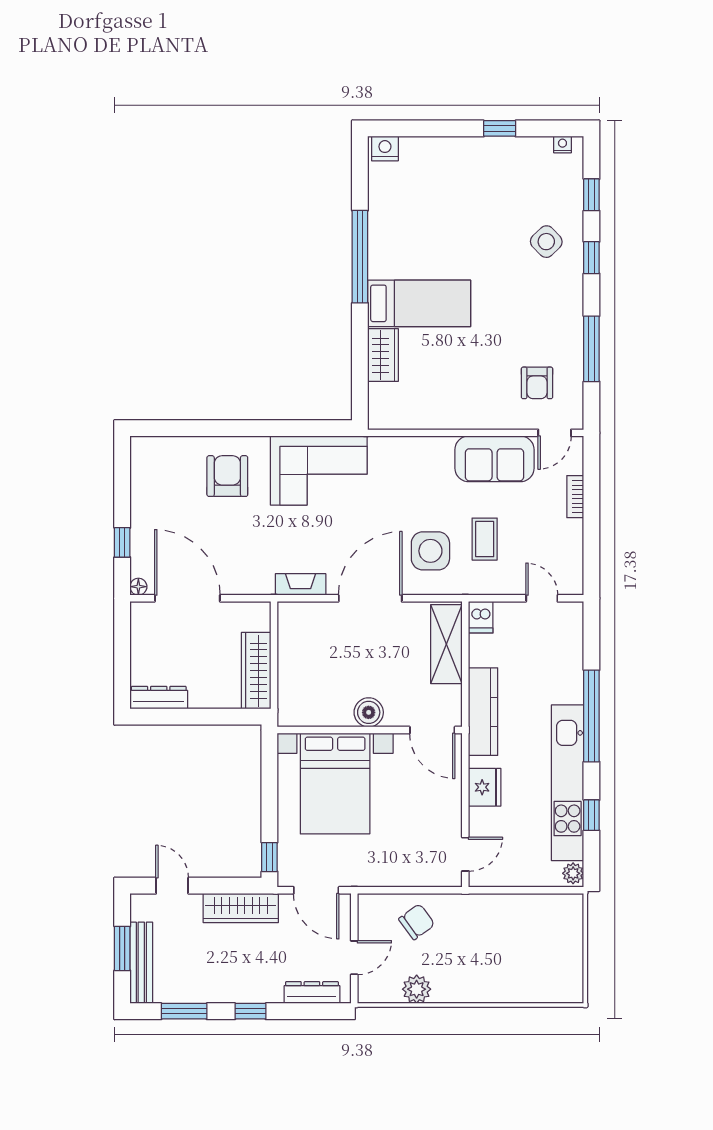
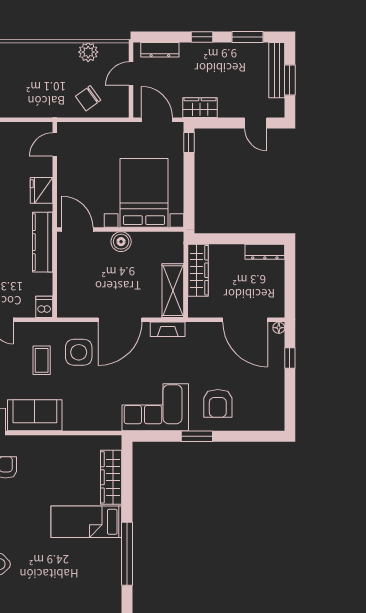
wardrobe: (383, 355) -> (111, 477), width x1.50
window: (258, 428) -> (197, 436), added
shelving: (446, 644) -> (173, 291), moved
wardrobe: (241, 908) -> (200, 108), width x0.67

